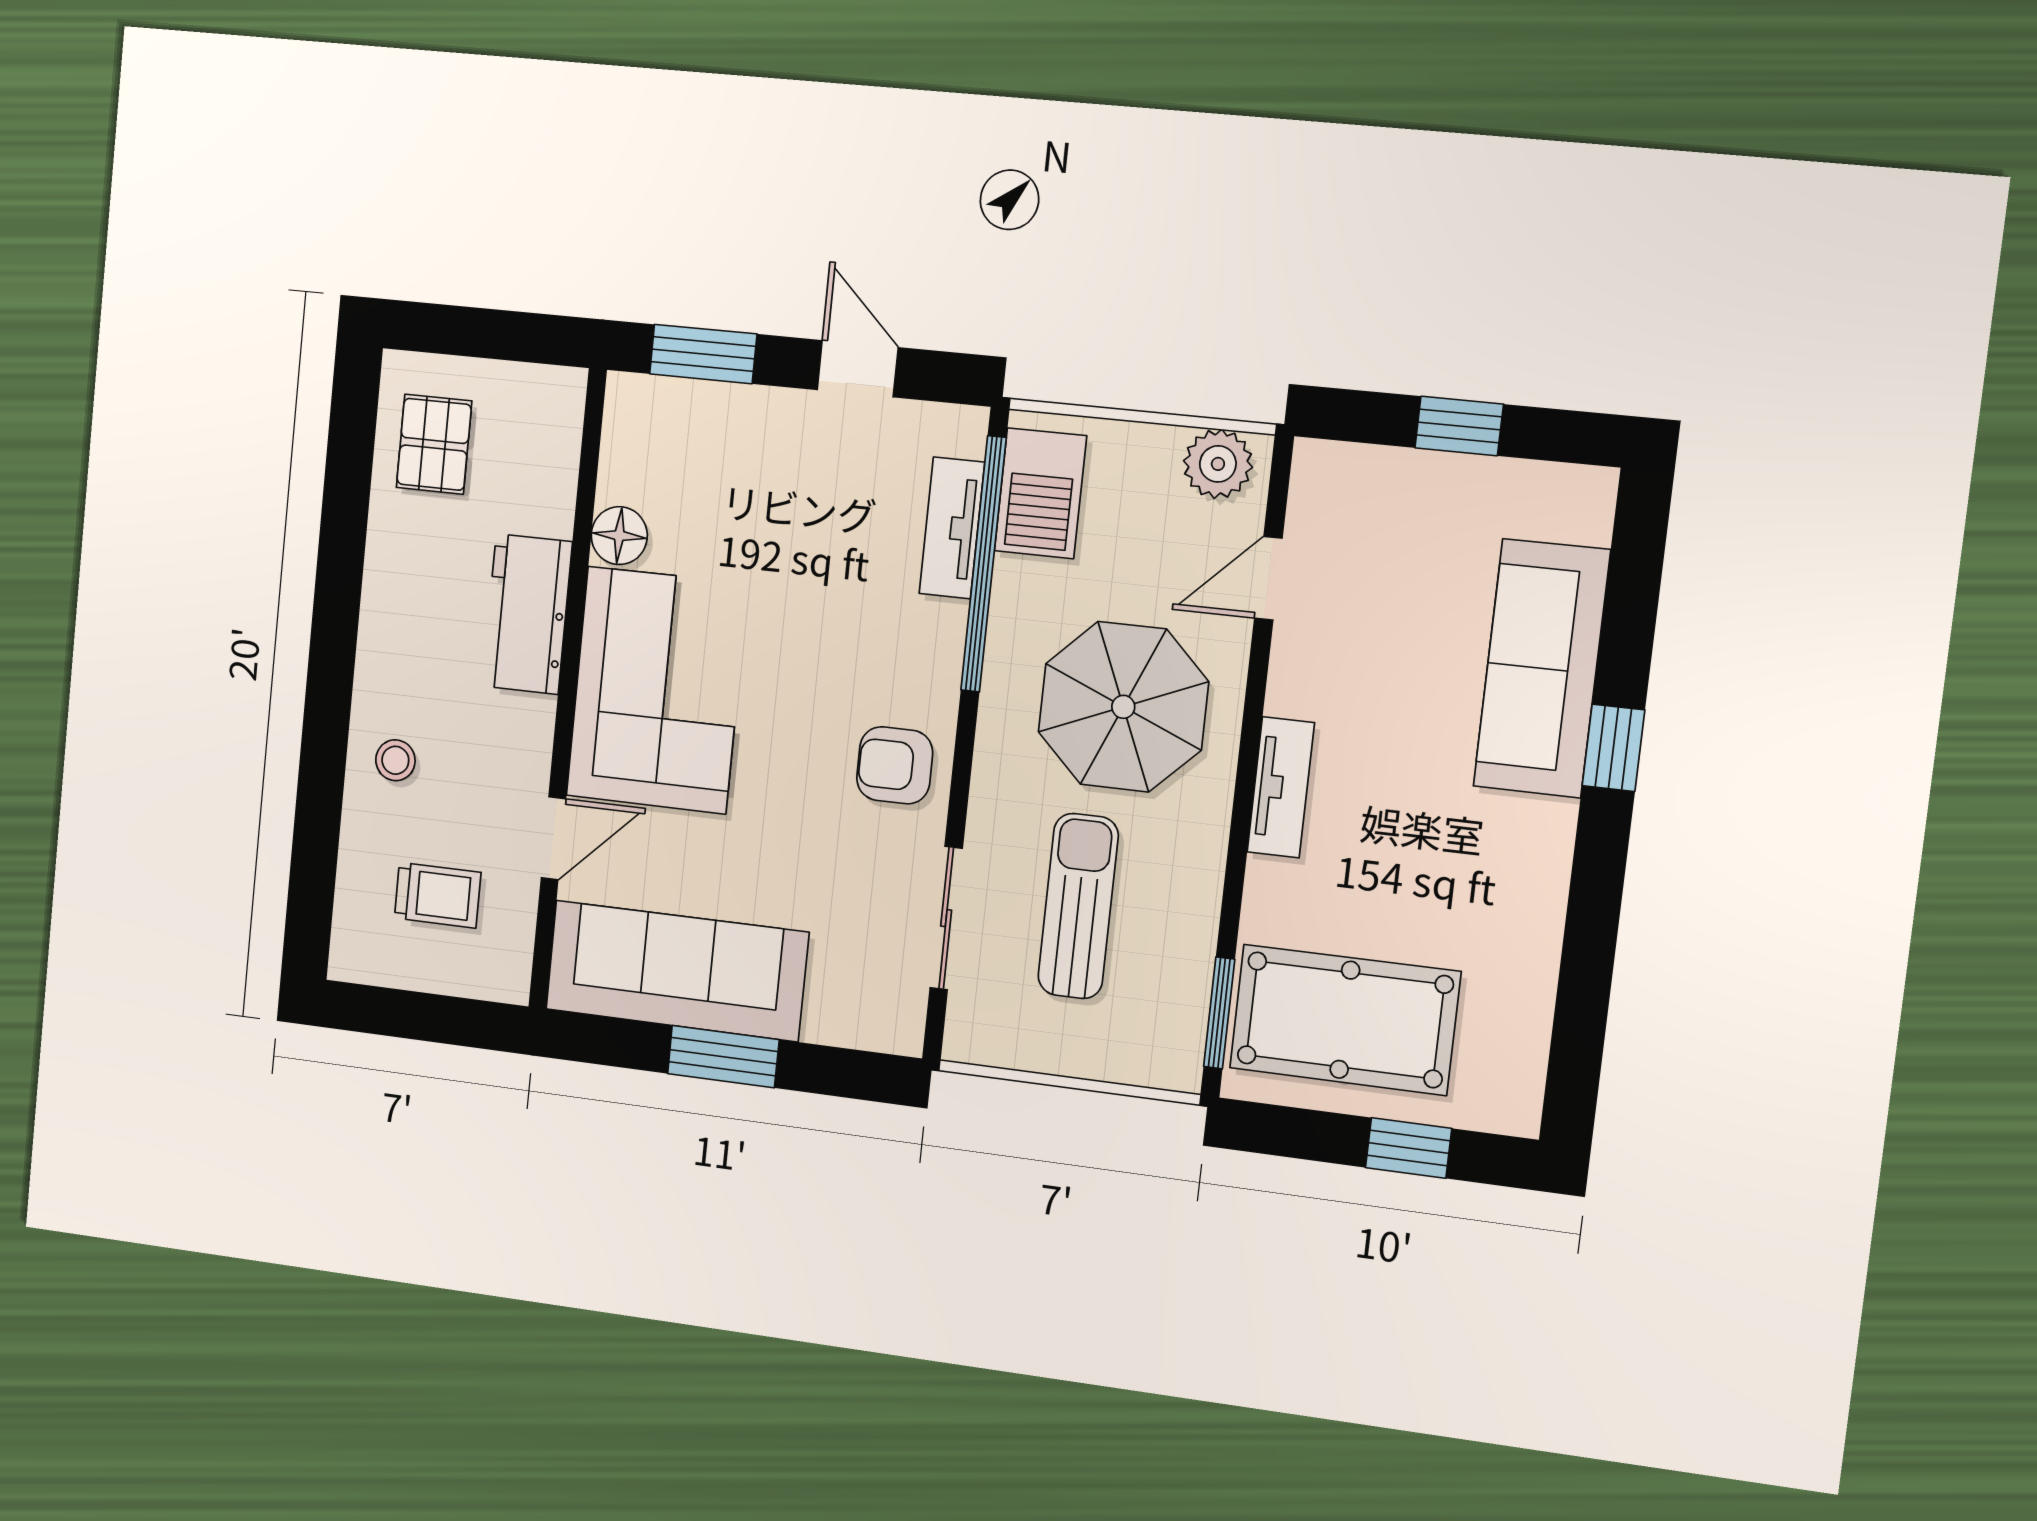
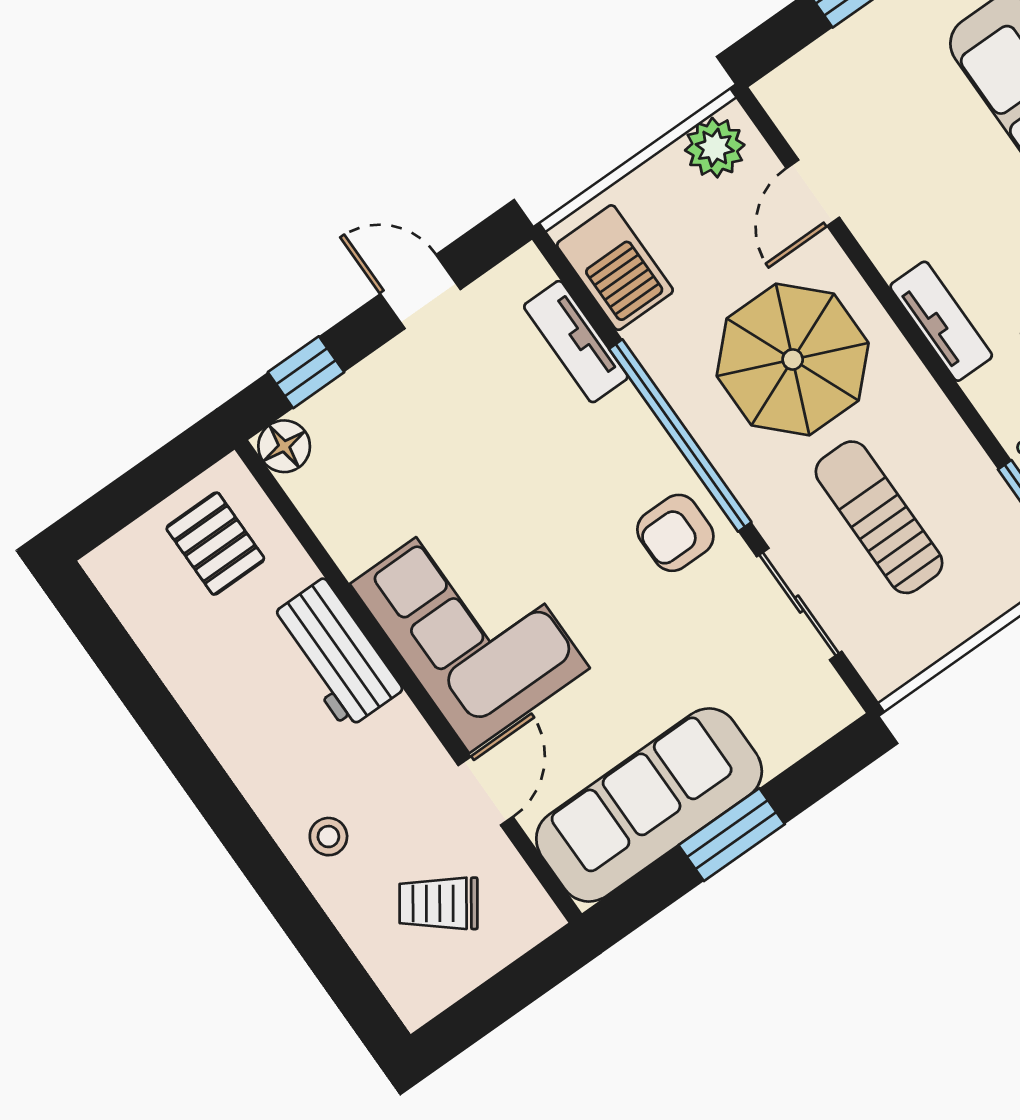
window: (703, 354) -> (306, 372), width x0.67
pallet: (434, 444) -> (215, 544), moved
floor lamp: (619, 536) -> (284, 446), moved
window: (984, 564) -> (680, 435), moved
trolley: (438, 895) -> (439, 903), turned -145

